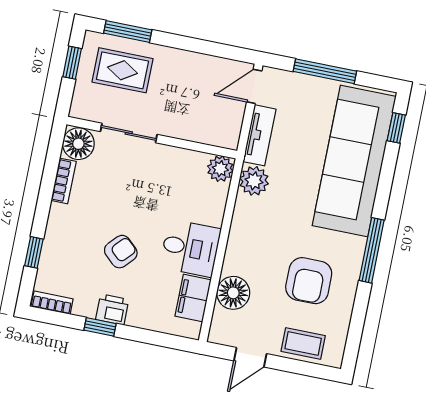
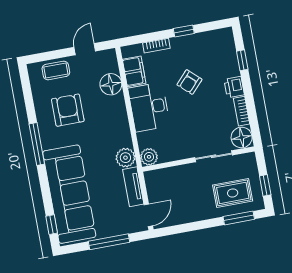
desk: (190, 248) -> (149, 107), width x1.37
bookcase: (52, 303) -> (156, 46), moved
printer: (112, 310) -> (234, 87), moved, turned 90

